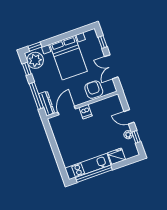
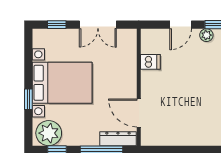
window: (35, 47) -> (28, 99), moved
armchair: (94, 90) -> (122, 62), removed
dishwasher: (86, 112) -> (150, 62), moved

